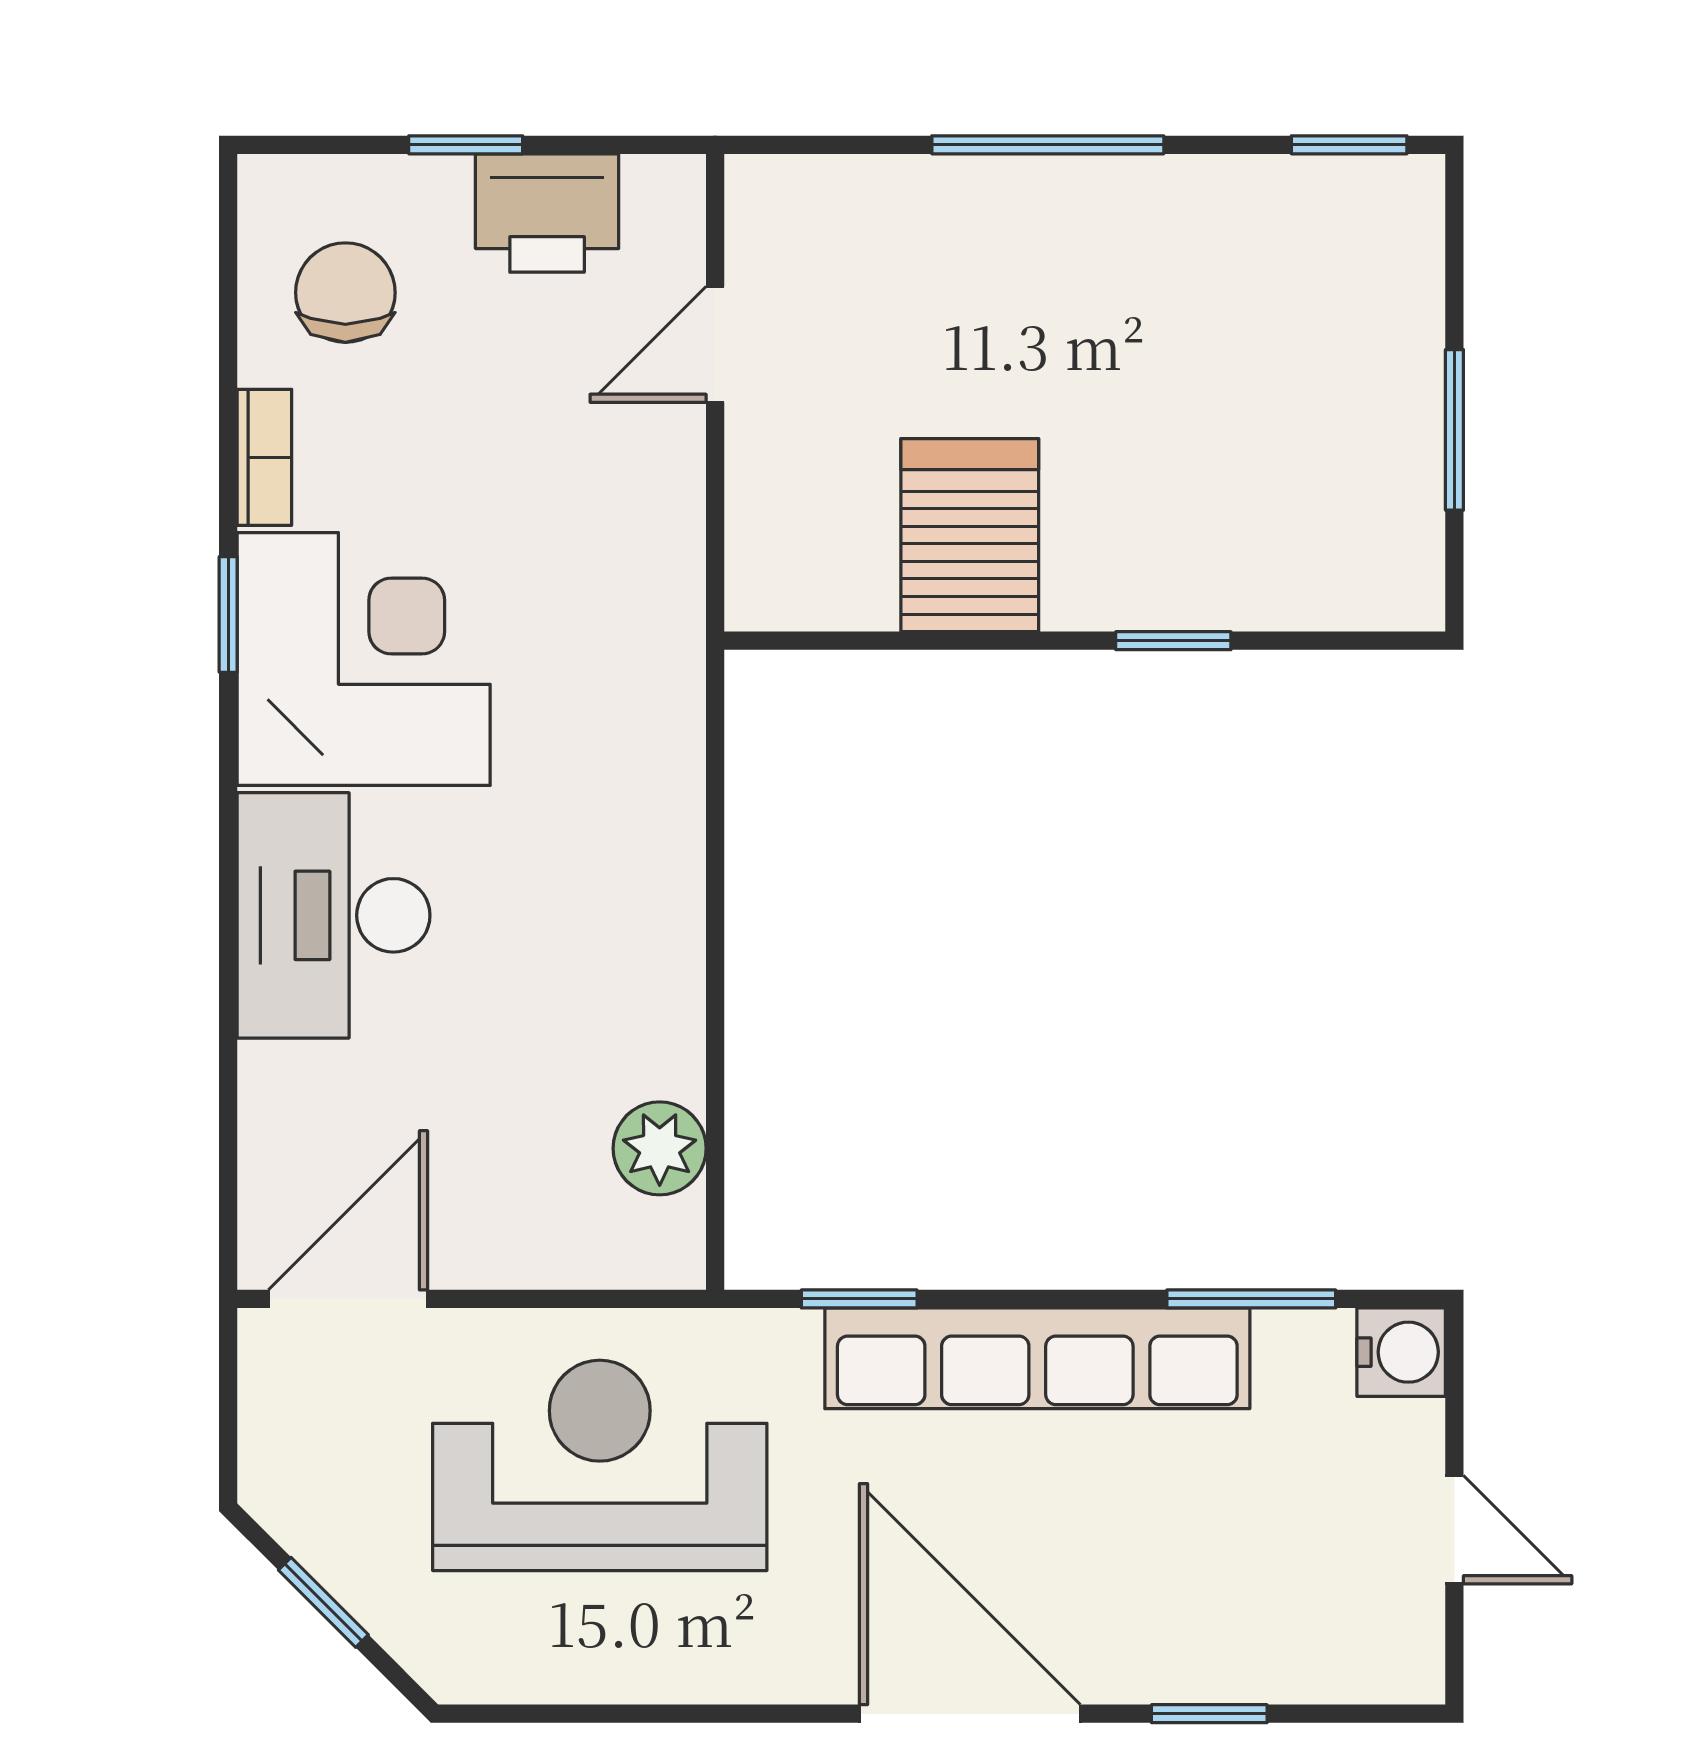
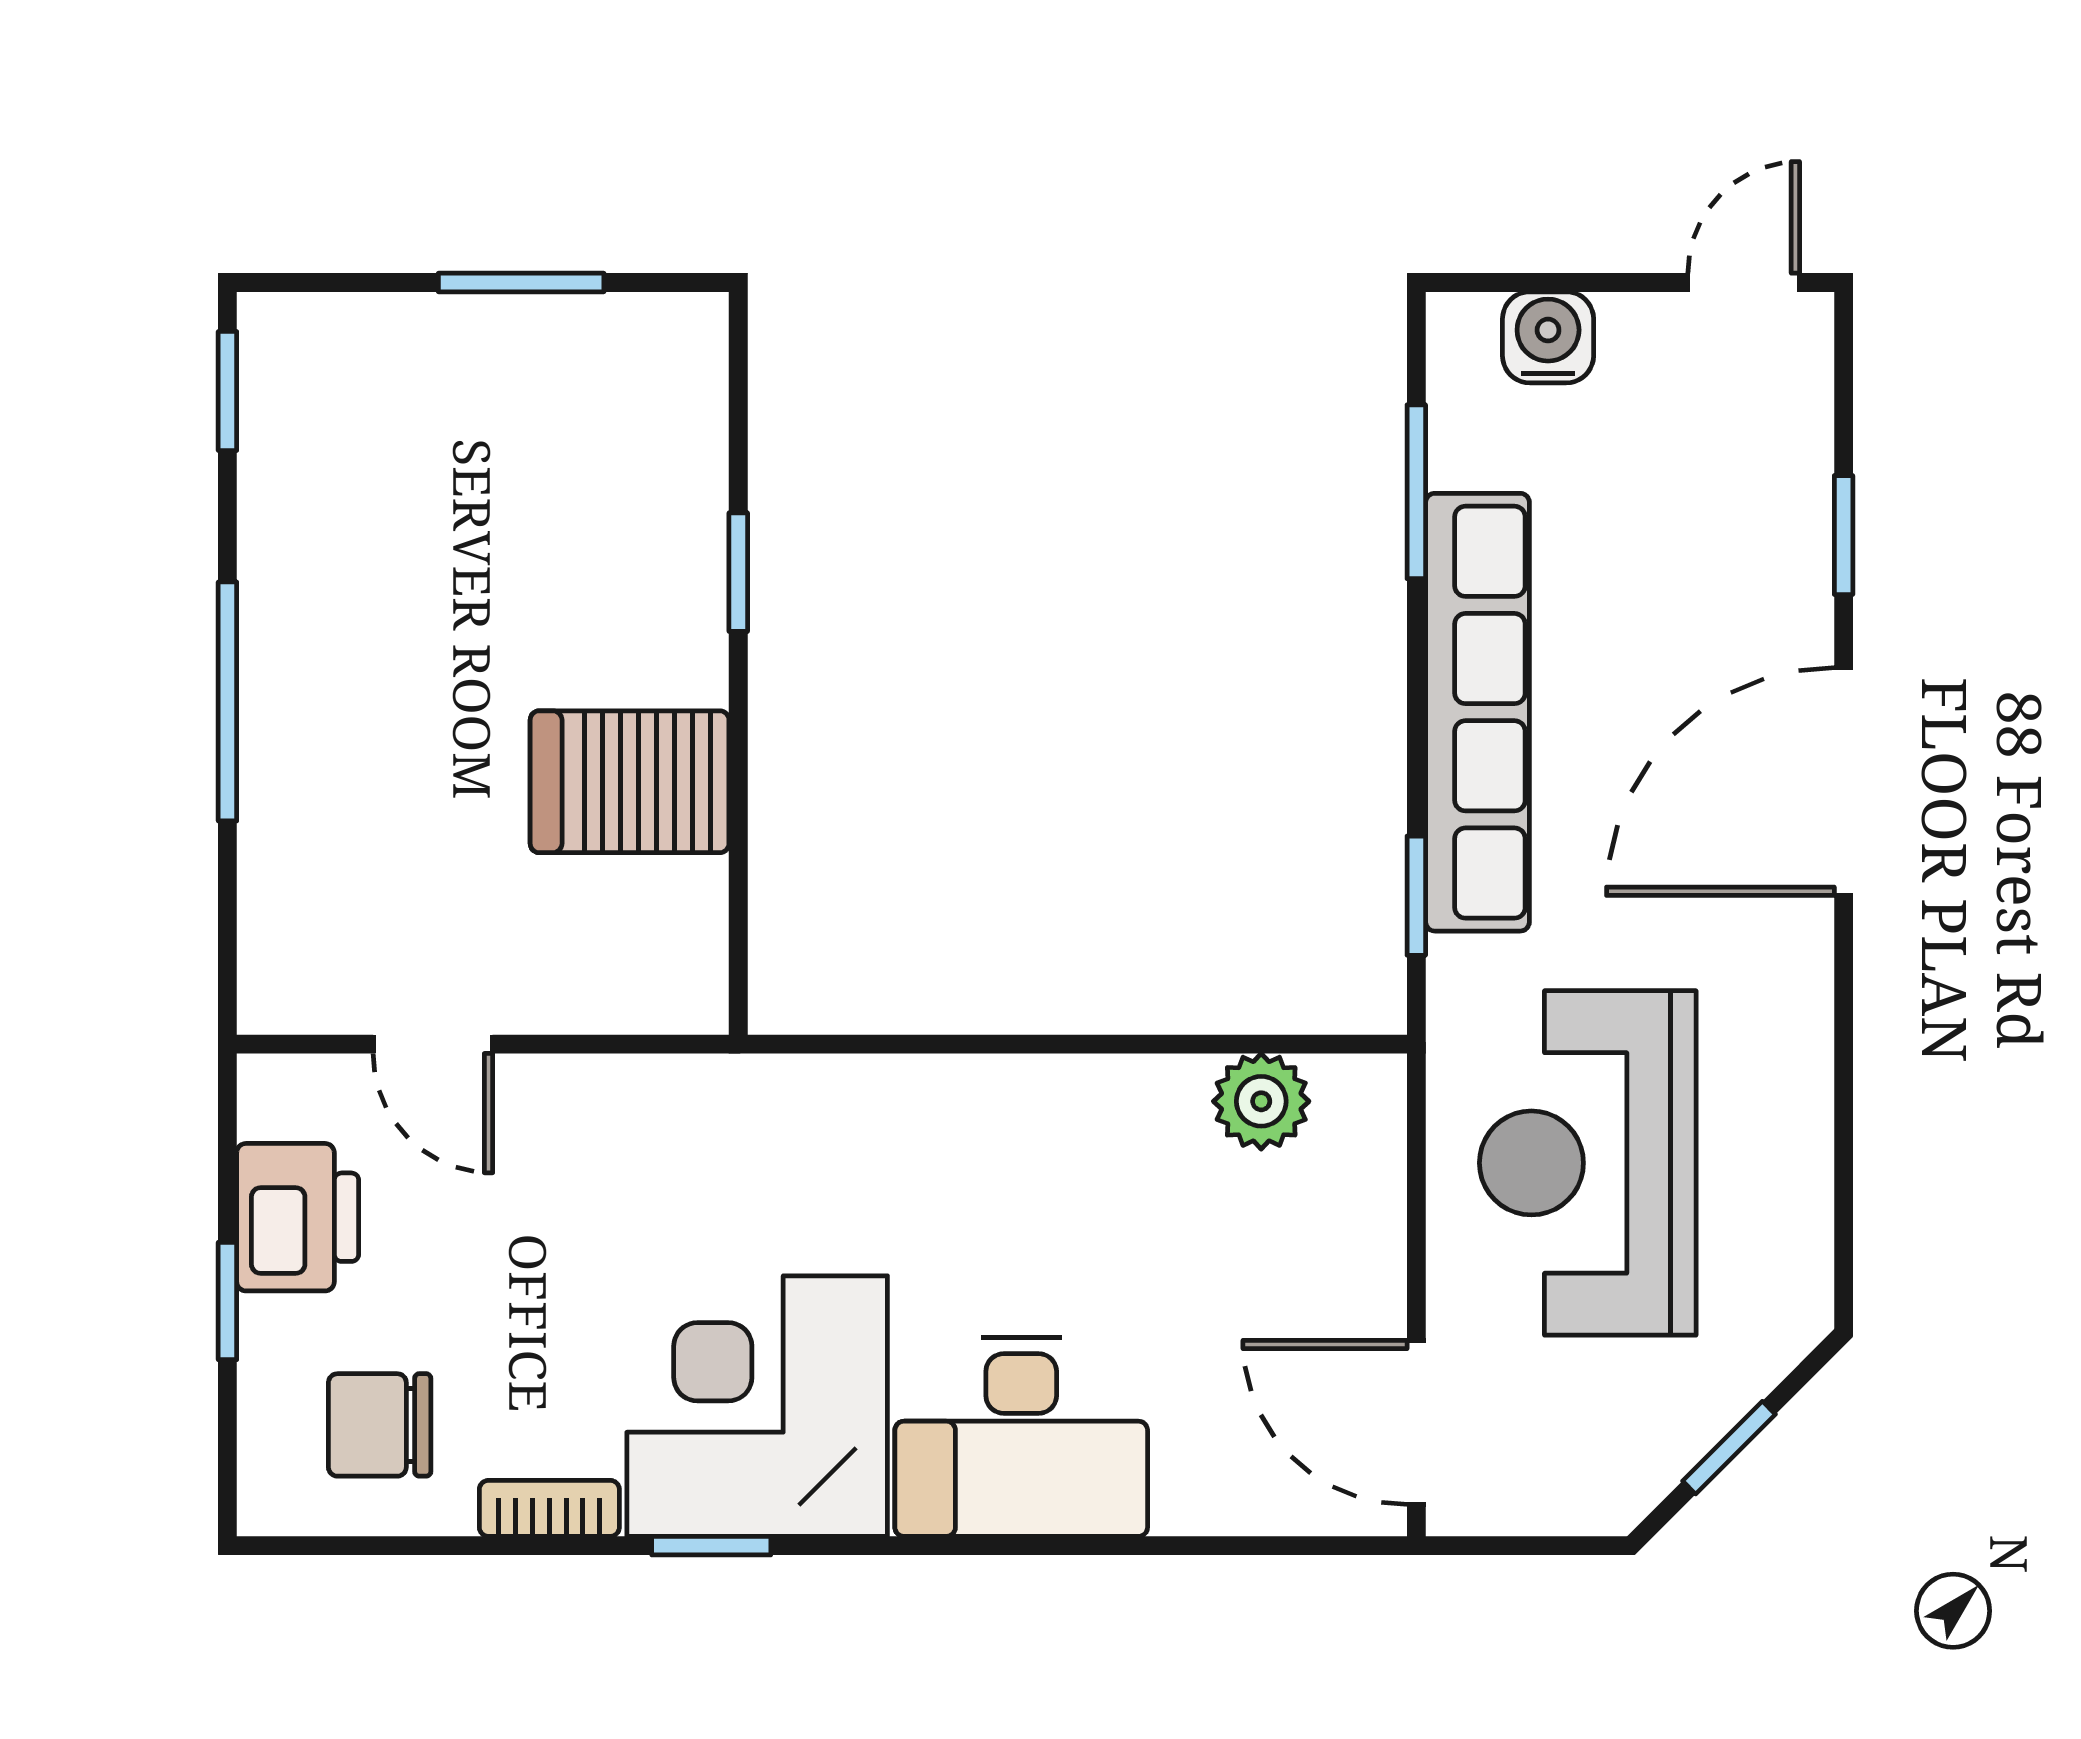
water cooler: (1401, 1352) -> (1548, 337), moved
door: (1454, 1530) -> (1744, 282), moved

